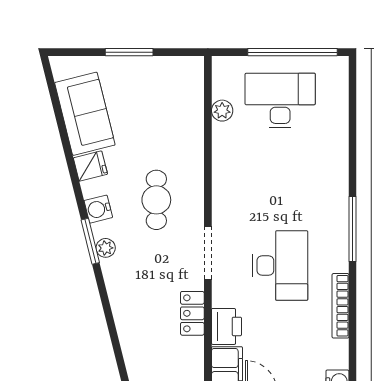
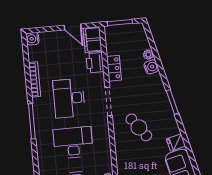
desk: (280, 183) -> (73, 143), added
cafe table: (156, 200) -> (139, 127), turned -37
water cooler: (98, 209) -> (151, 67), moved
plant: (106, 248) -> (148, 55), moved

